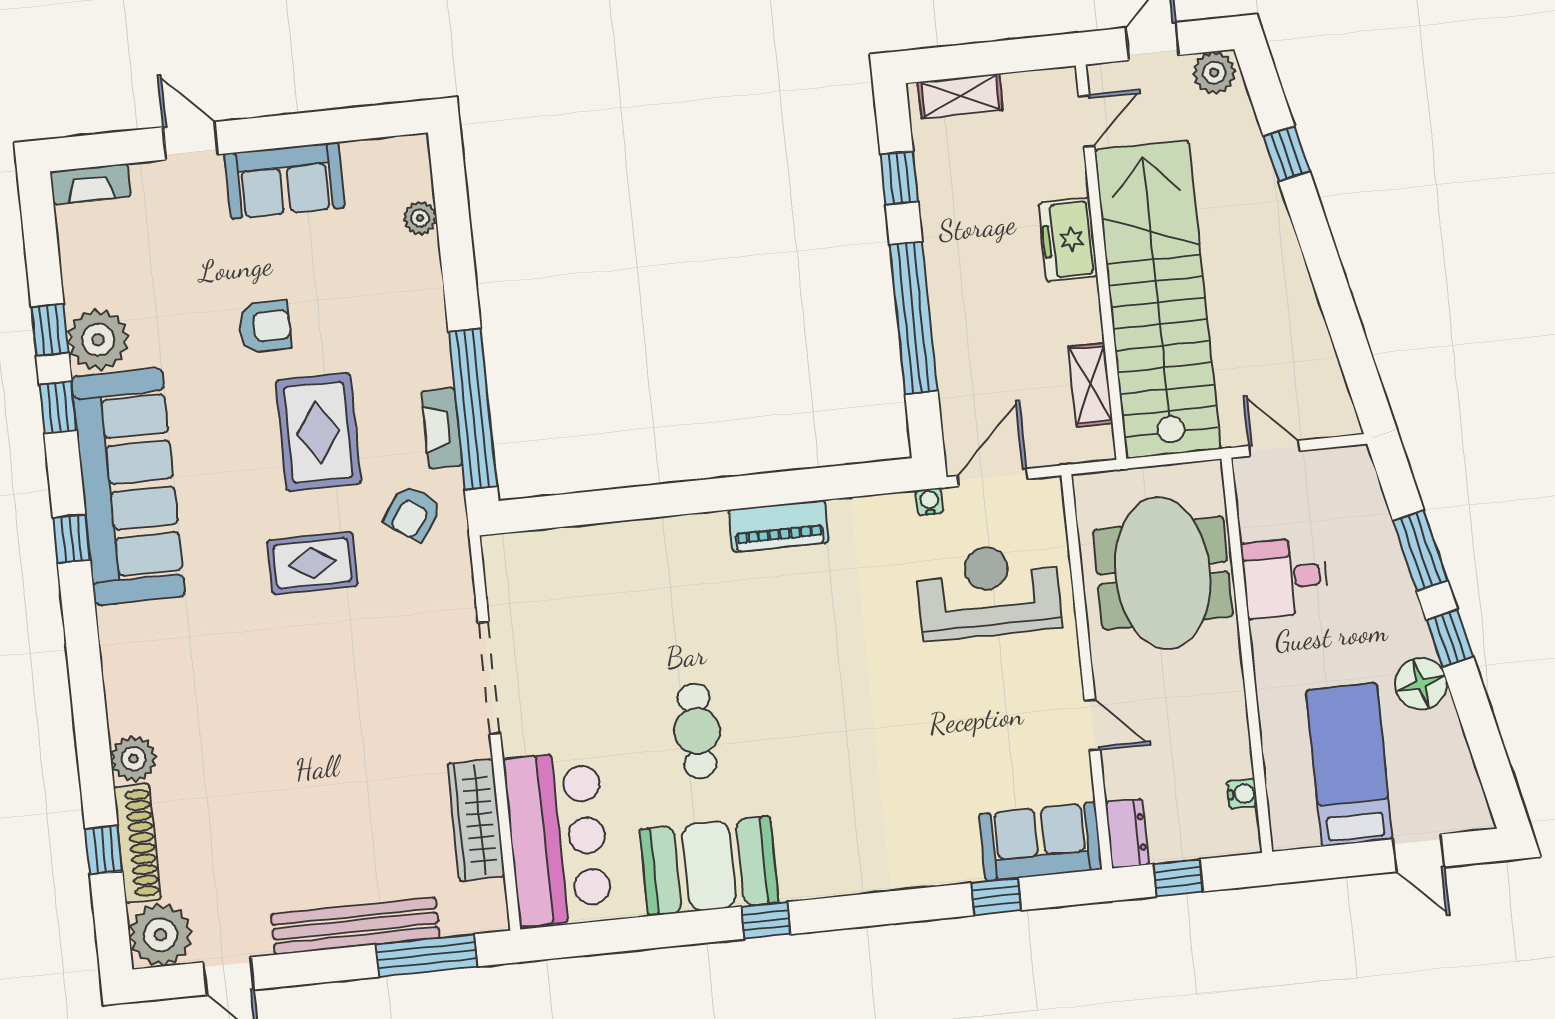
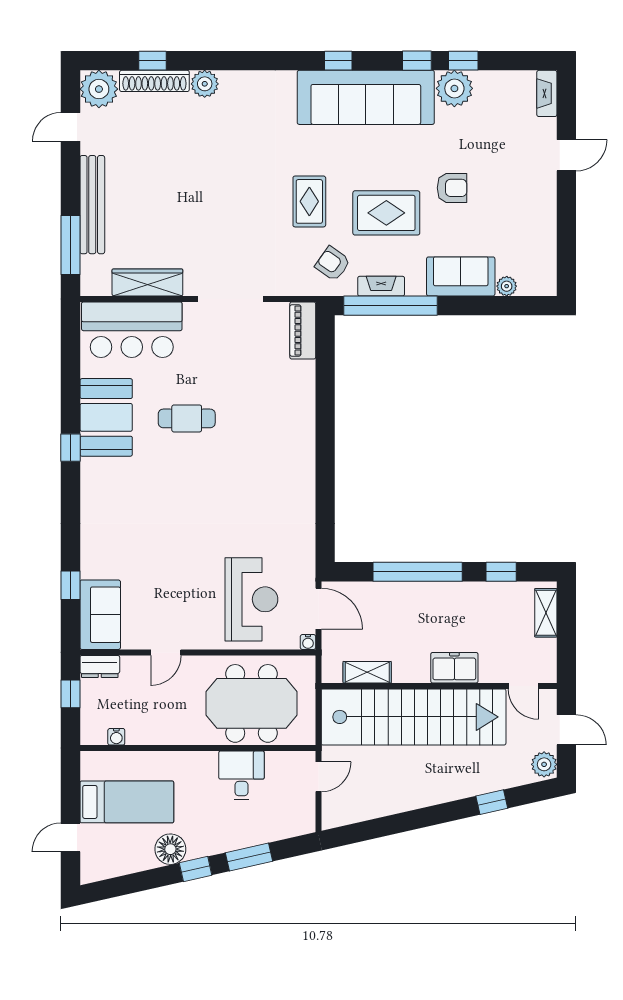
sofa: (284, 181) -> (461, 276), moved, turned 90
armchair: (265, 326) -> (452, 188), turned -90
water cooler: (929, 502) -> (308, 642), moved, turned 90
piano: (779, 526) -> (303, 331), moved

